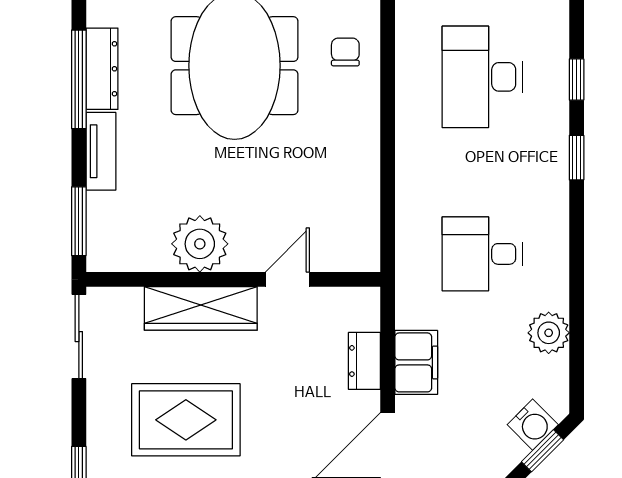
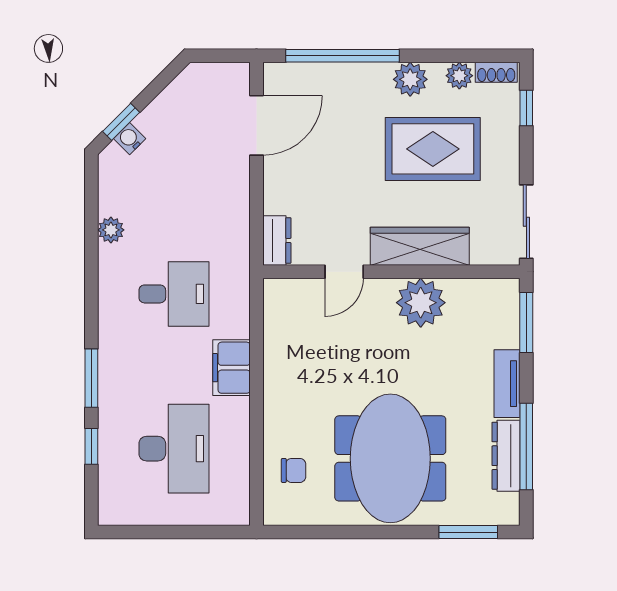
chair: (345, 52) -> (293, 470), turned -90
window: (577, 158) -> (91, 378), width x1.50
plant: (549, 333) -> (111, 230), width x0.73, depth x0.73
dresser: (364, 361) -> (277, 240), moved
filing cabinet: (416, 362) -> (232, 368), moved
water cooler: (533, 425) -> (130, 139), width x0.72, depth x0.72

